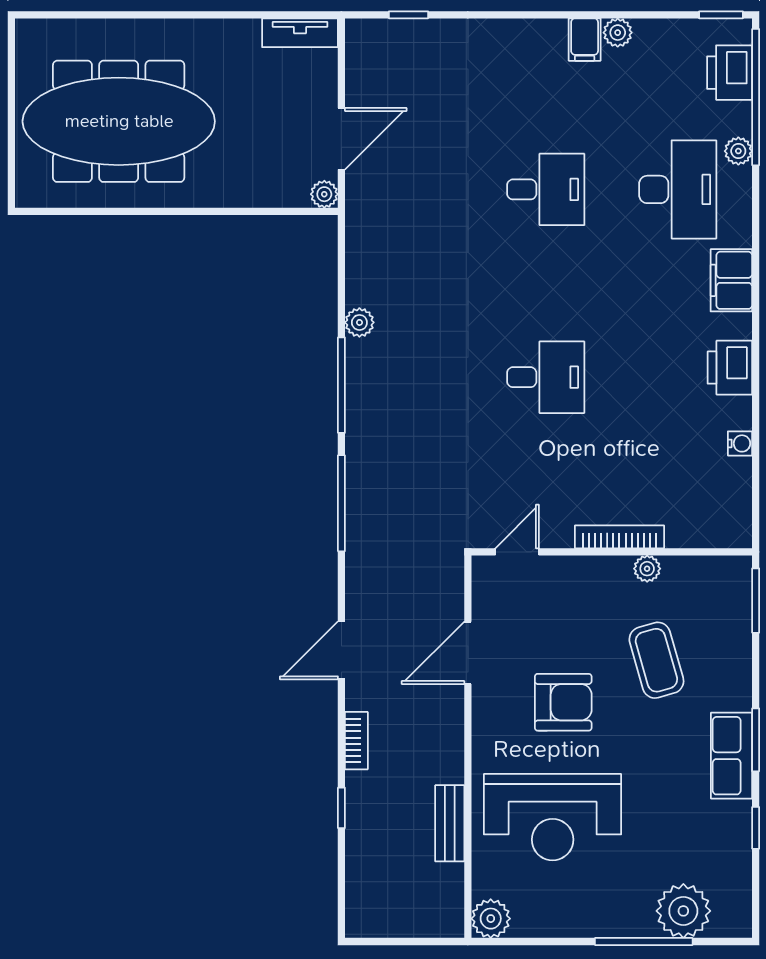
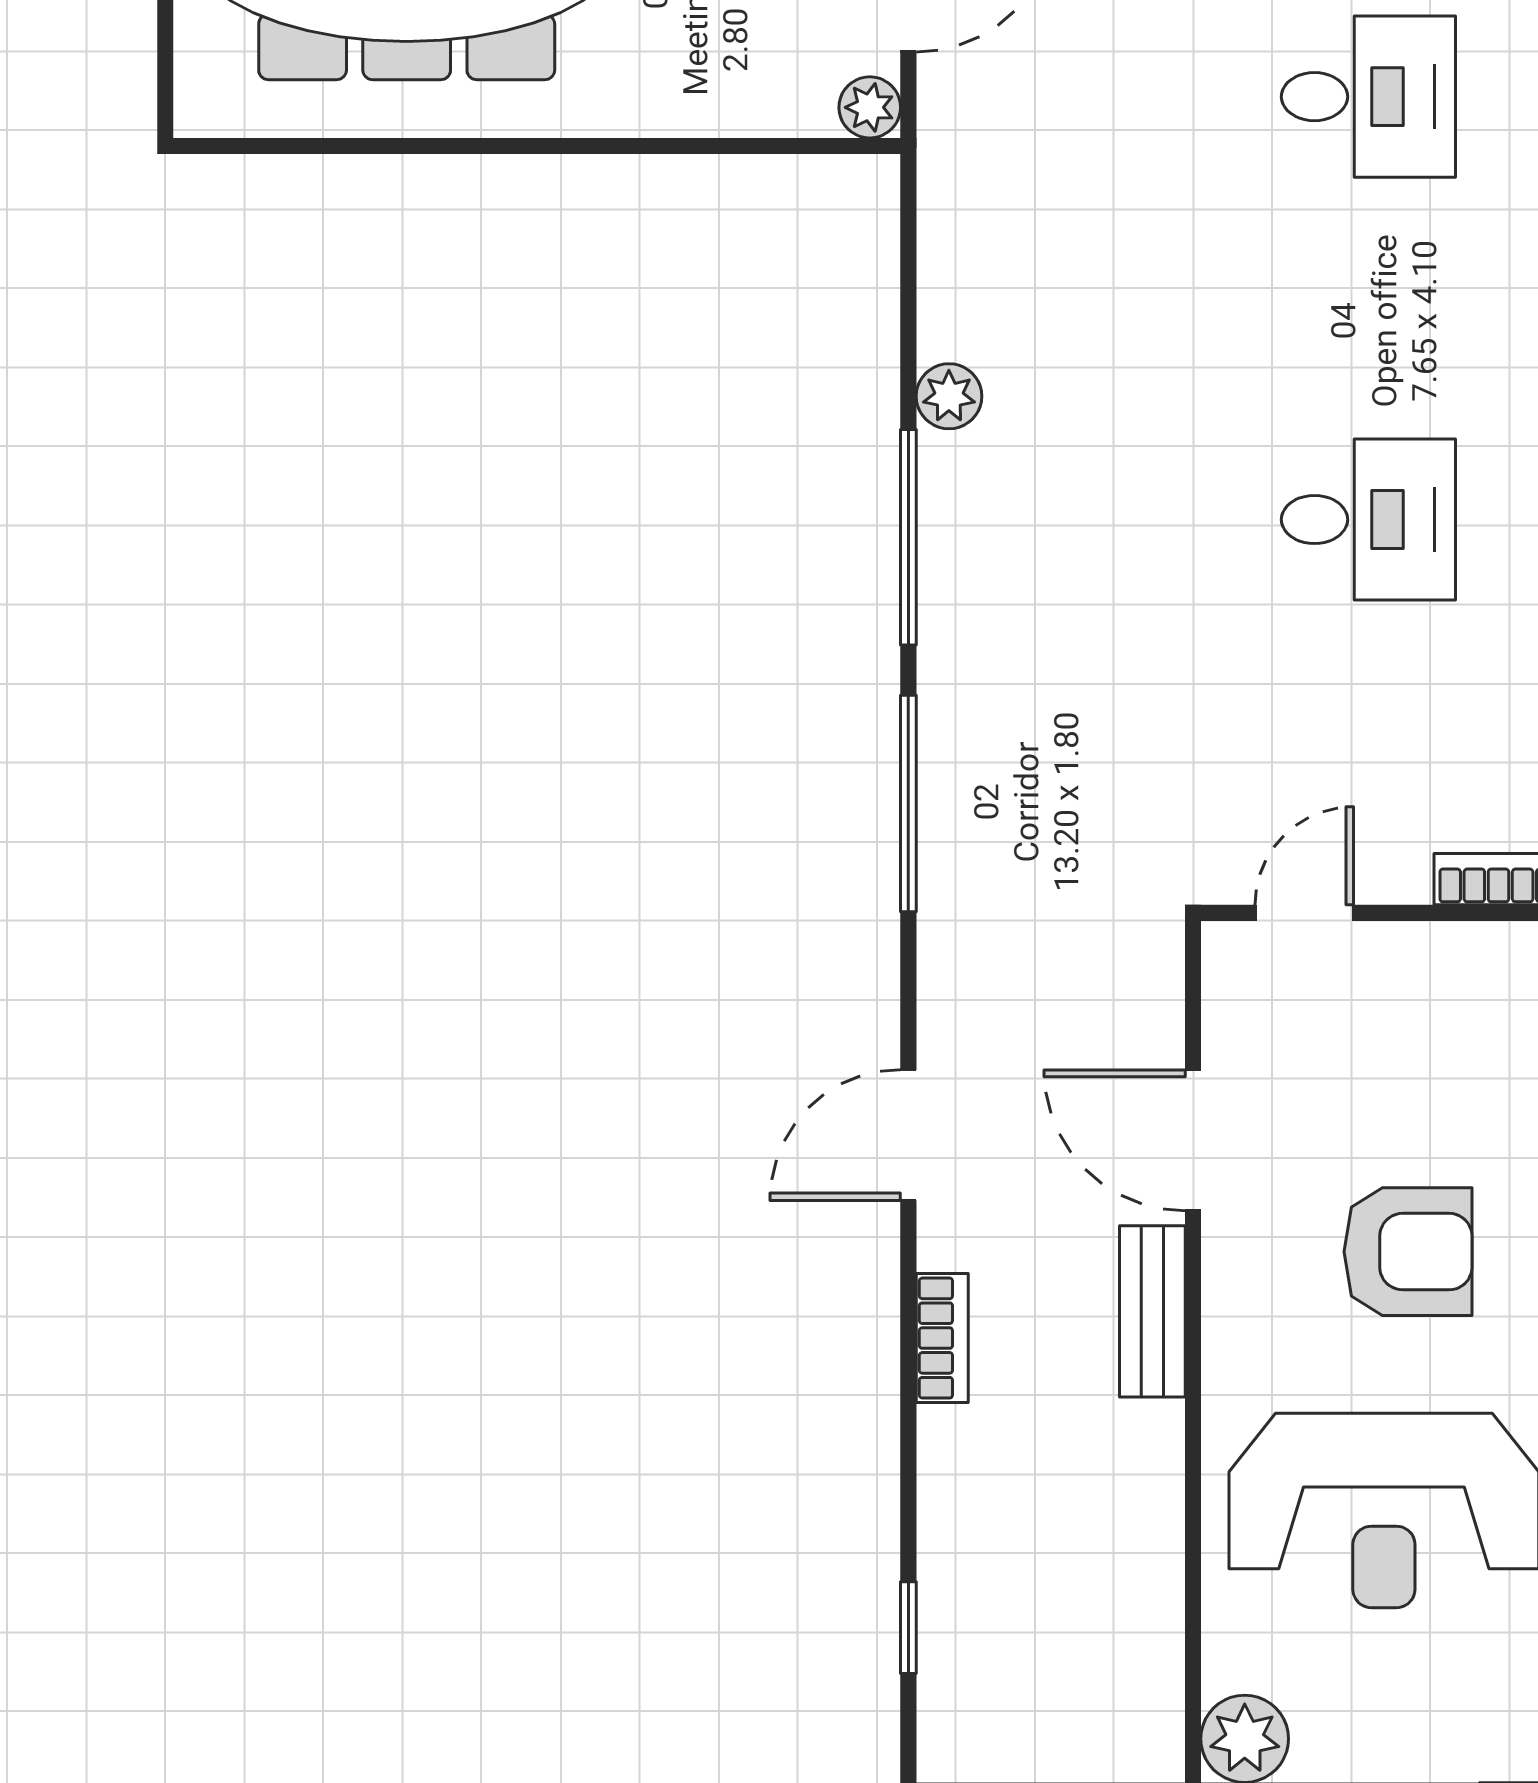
door: (468, 653) -> (1193, 1140), hinge flipped
window: (341, 808) -> (908, 1628), moved
bench: (450, 823) -> (1152, 1311), moved

